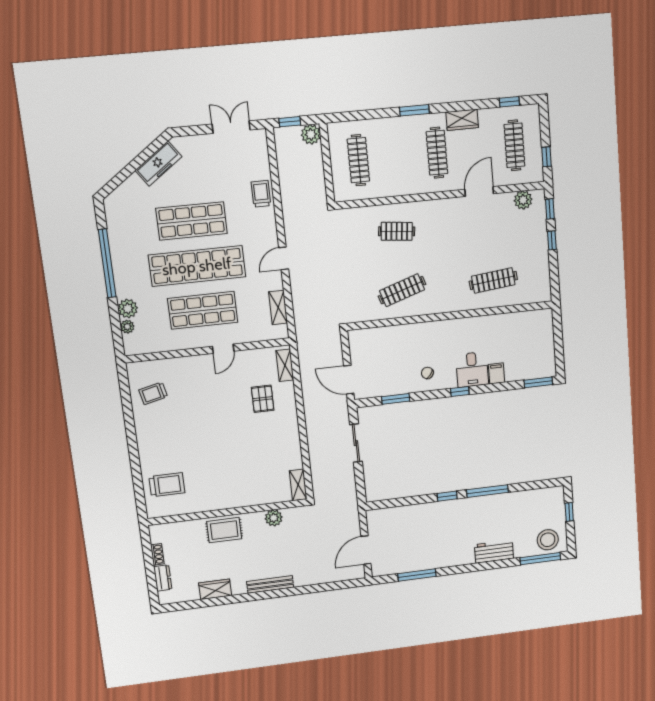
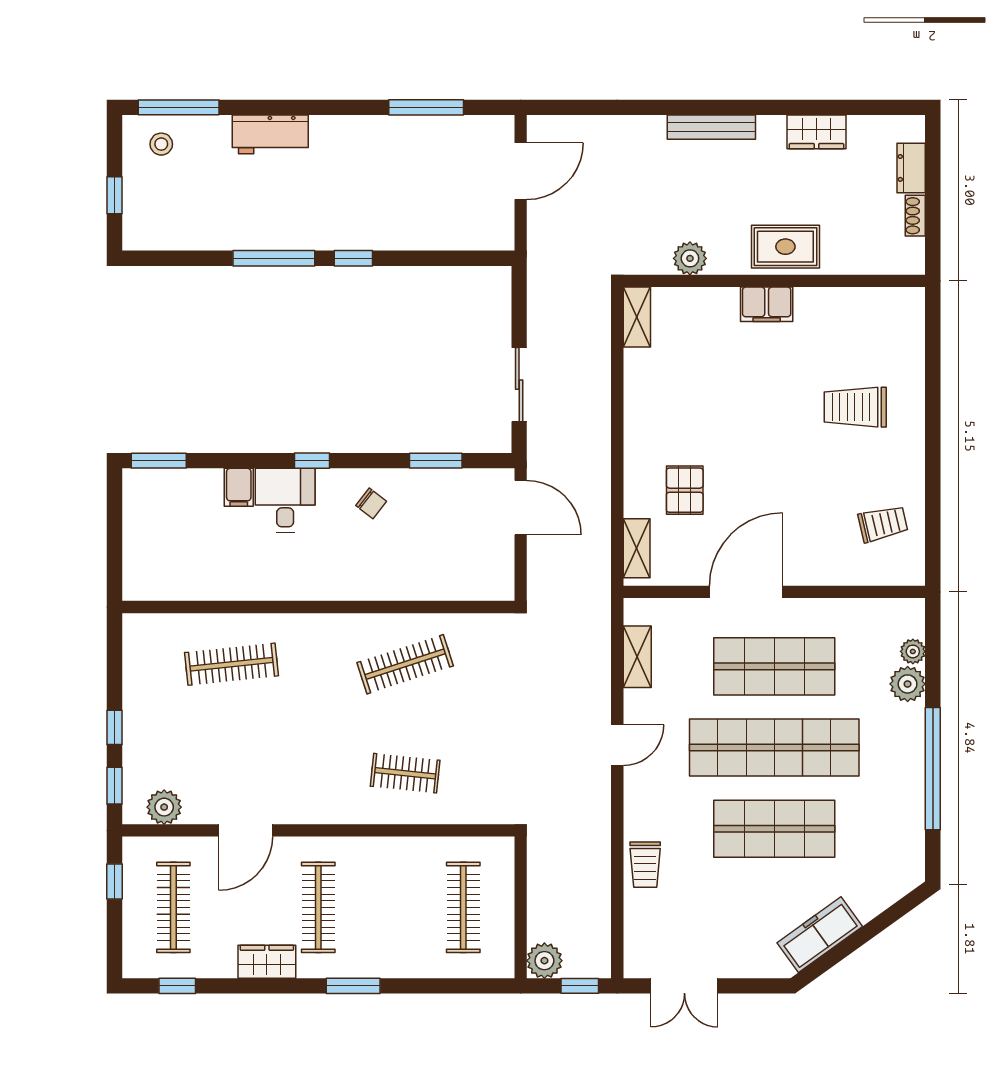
door: (223, 349) -> (746, 592), width x1.87
trolley: (167, 485) -> (855, 407), moved
filing cabinet: (230, 500) -> (767, 304), added
stool: (548, 540) -> (161, 144), width x0.53, depth x0.53

